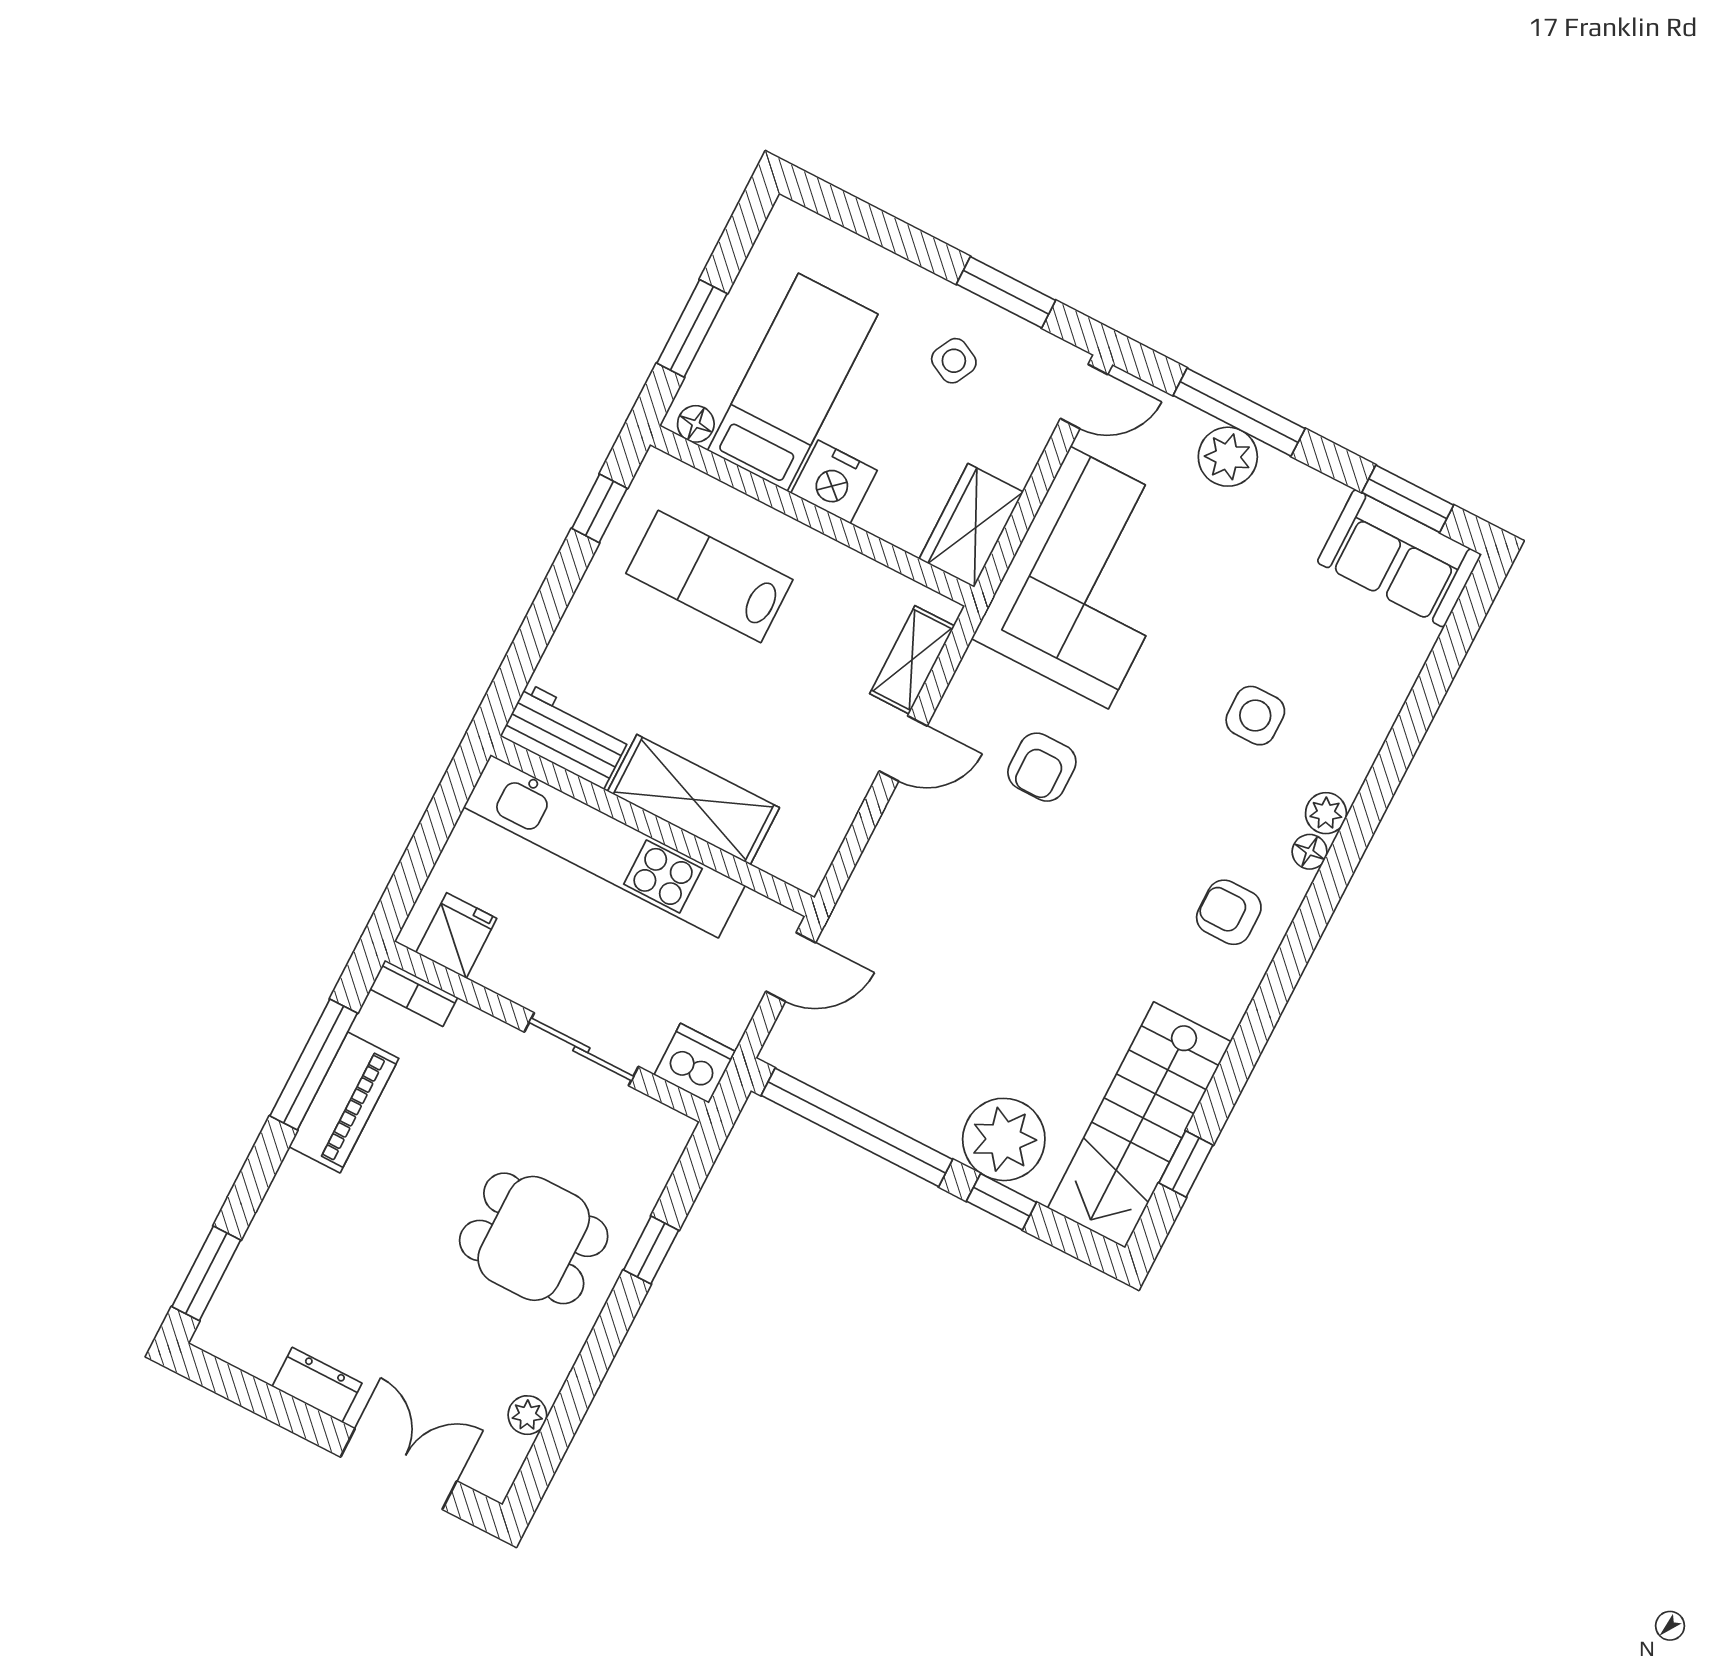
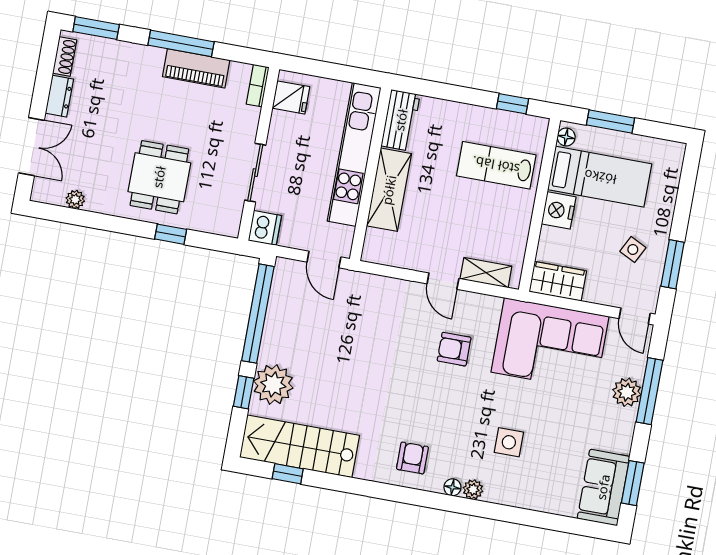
lab bench: (709, 577) -> (496, 165), turned -90
window: (314, 1065) -> (181, 43), moved
shoe rack: (243, 1351) -> (65, 57), added

